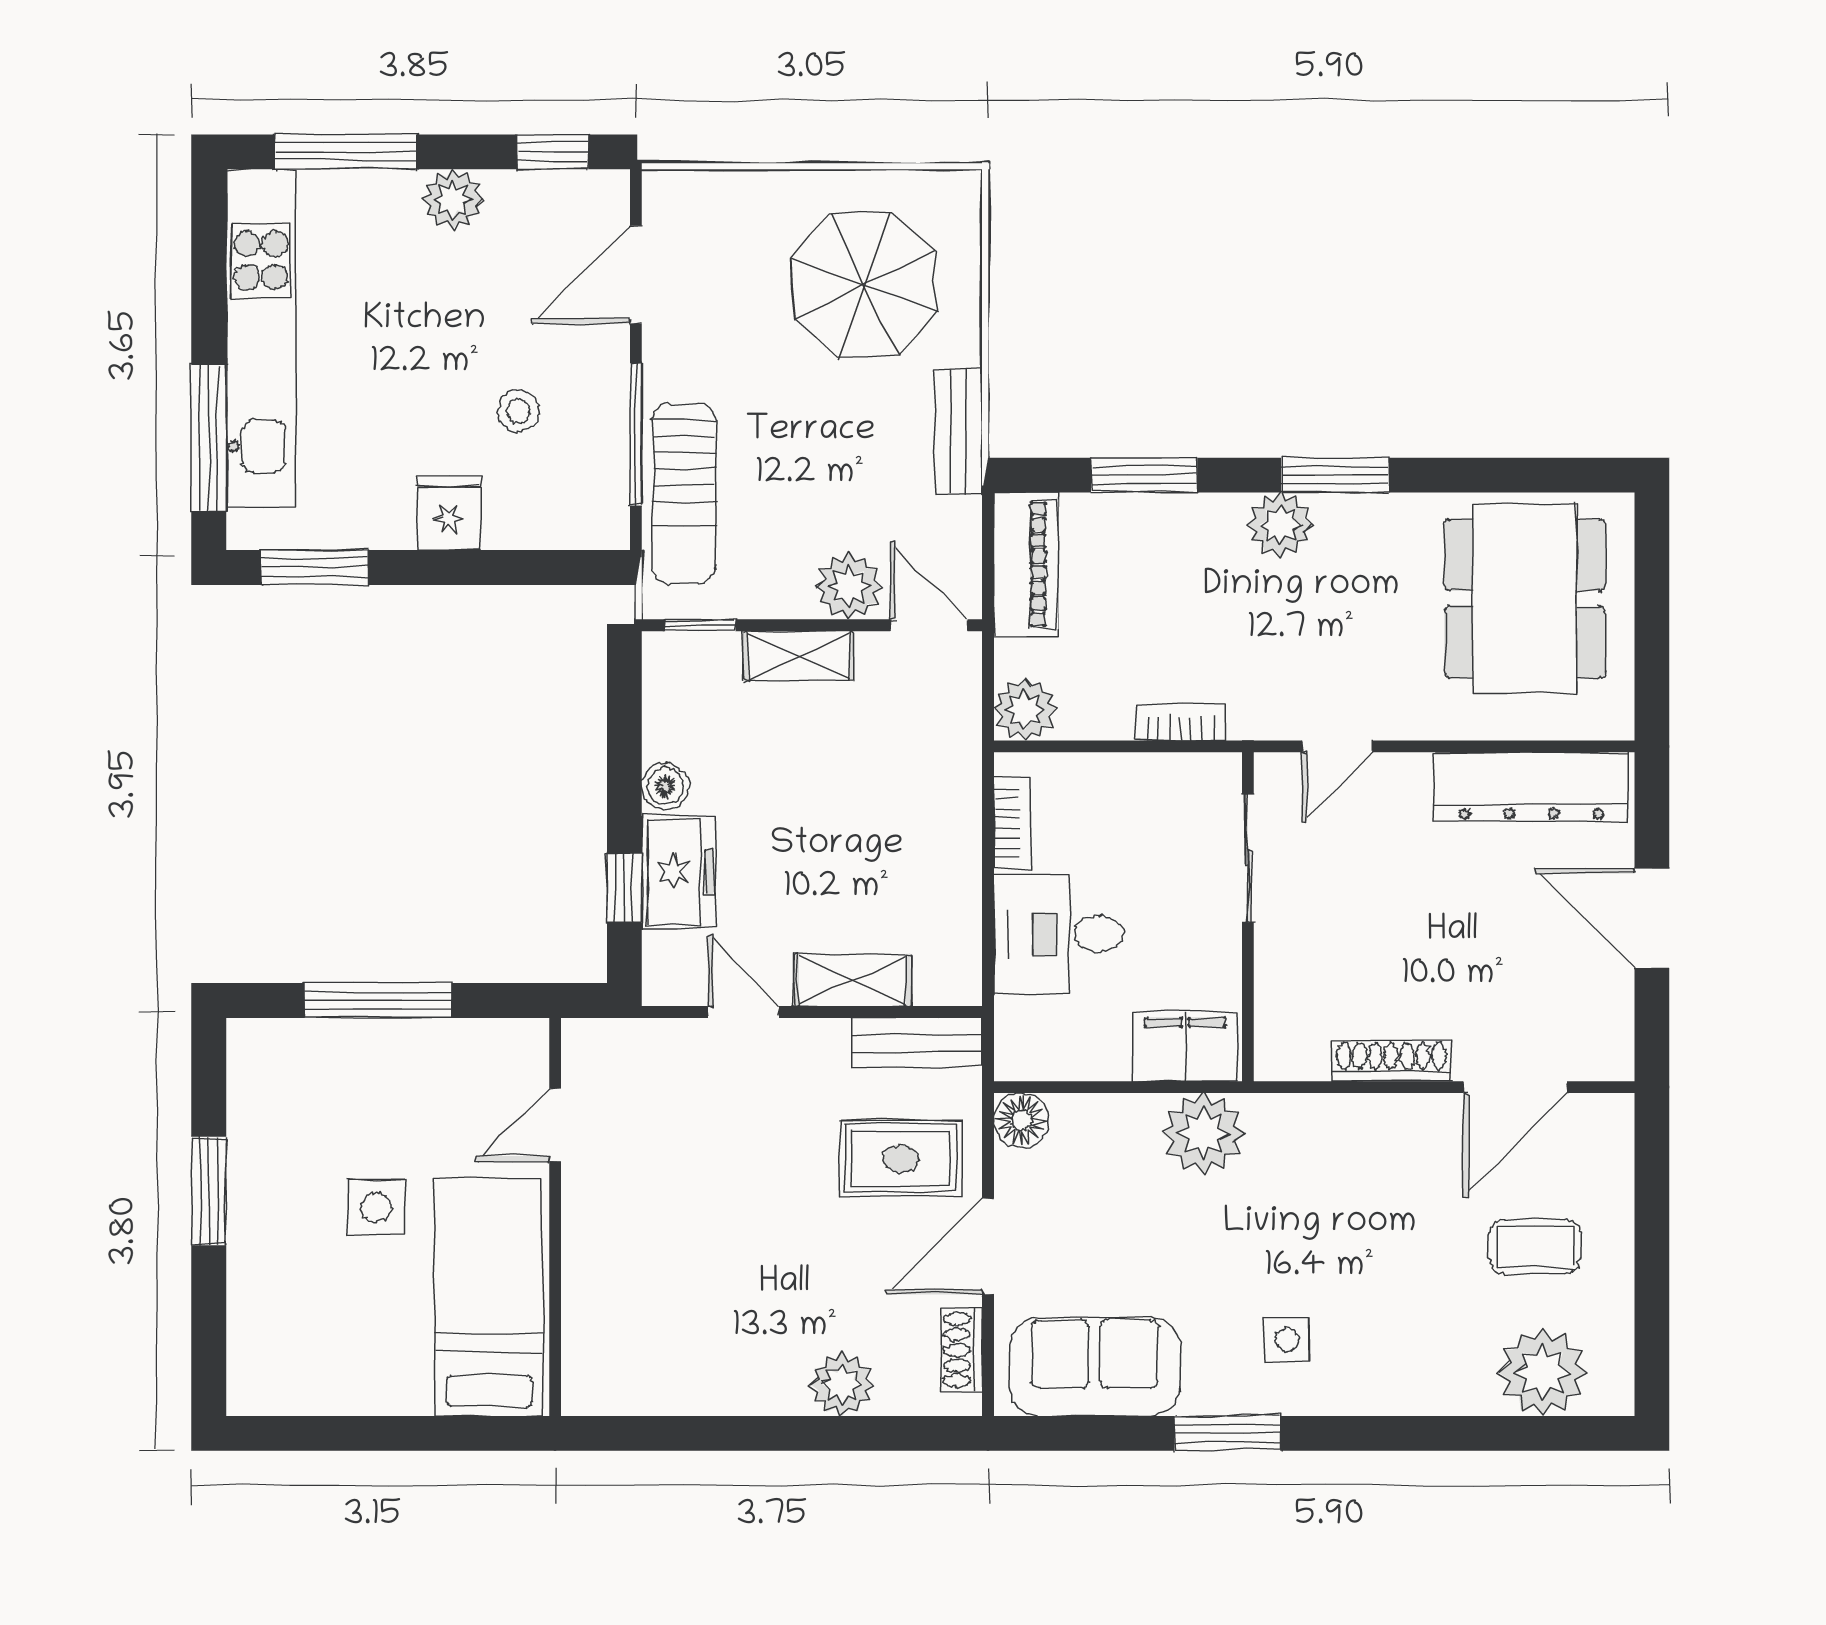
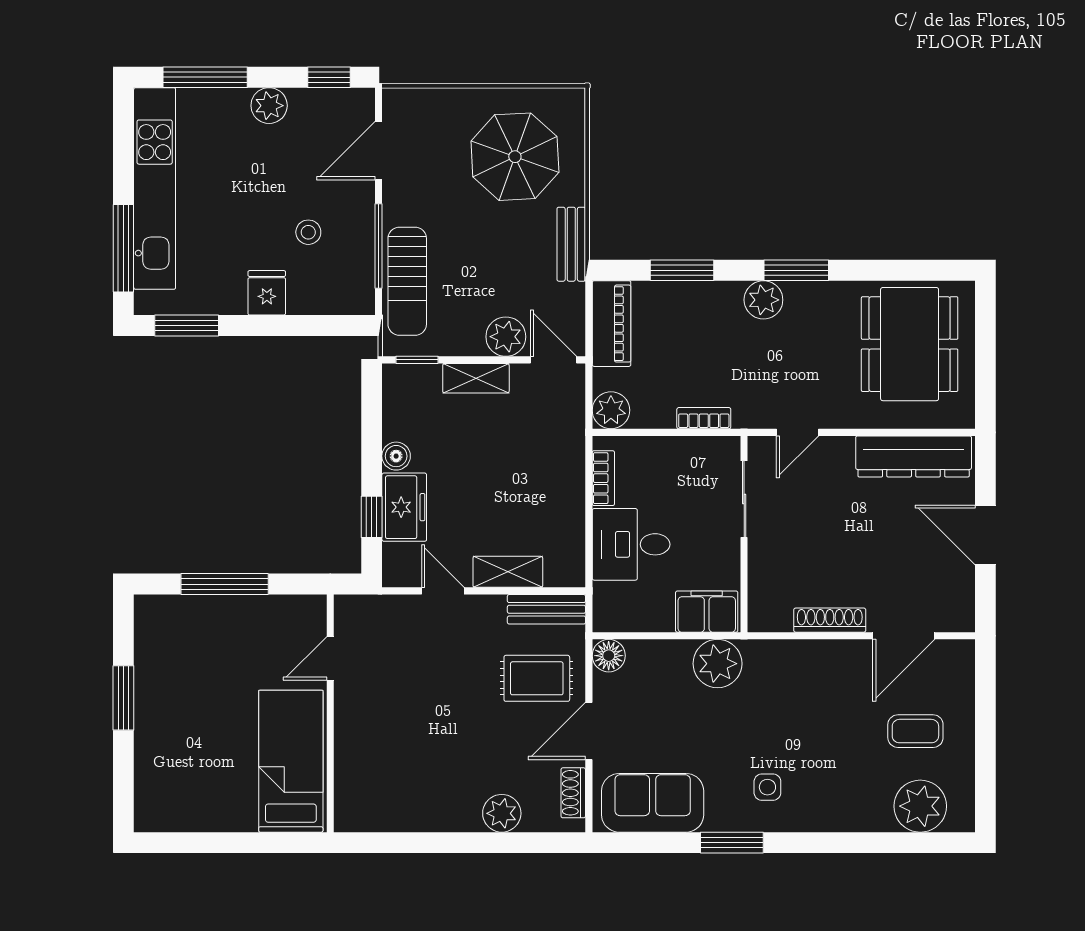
side table: (376, 1208) -> (223, 708), removed

